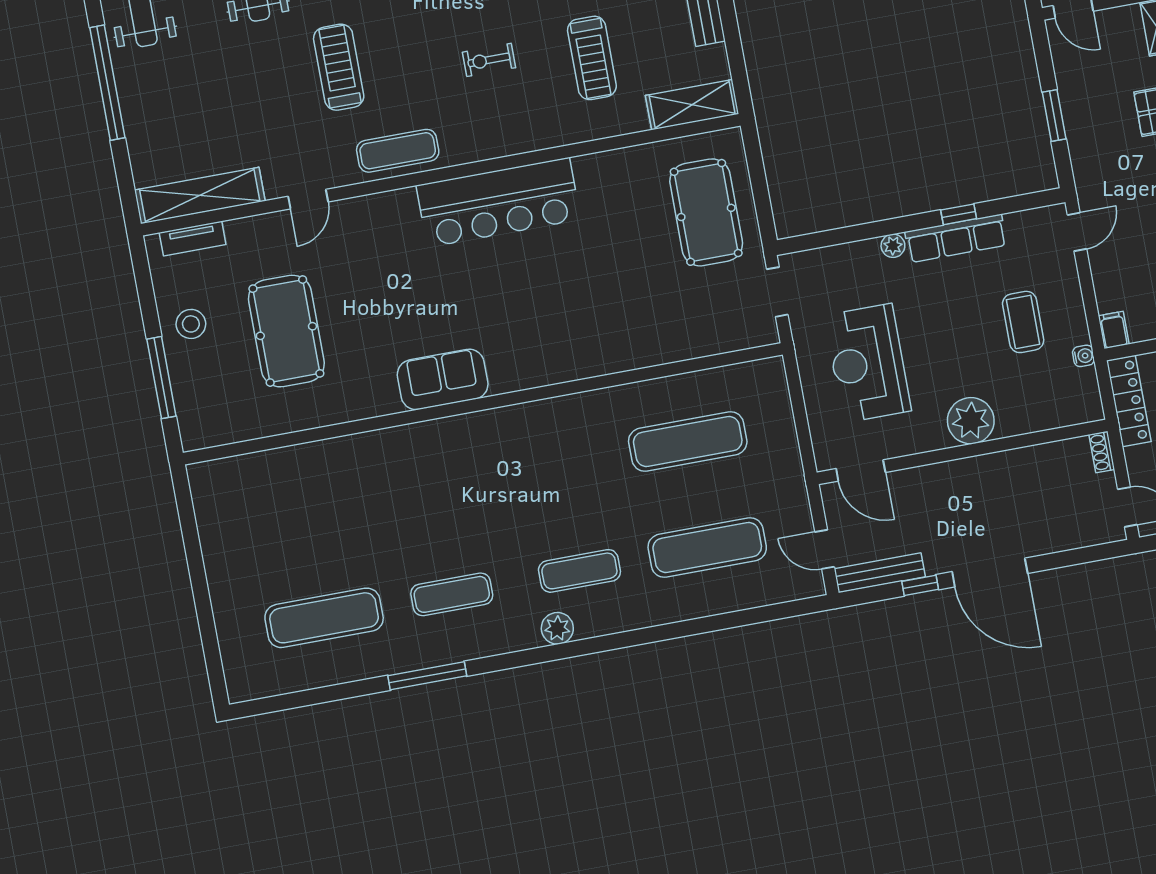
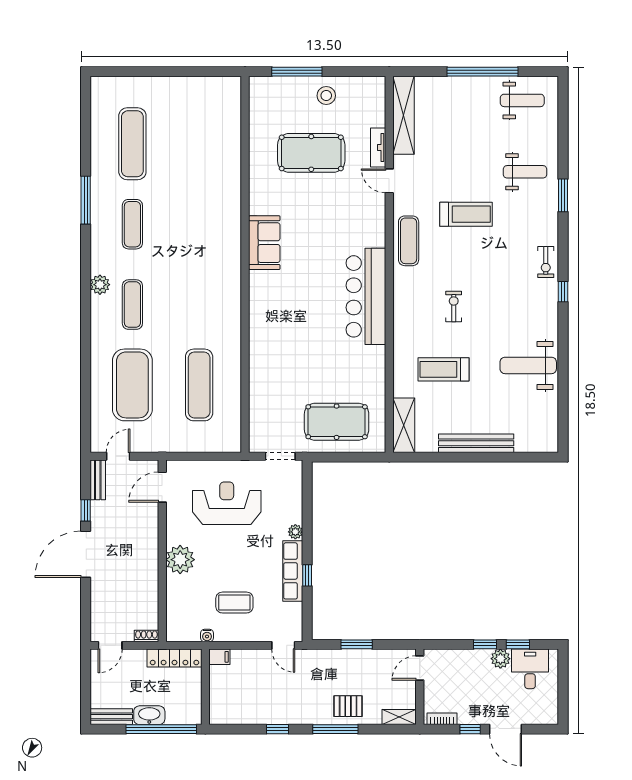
tv unit: (193, 239) -> (378, 148), moved
exercise mat: (707, 548) -> (132, 385), width x1.47
bench: (880, 573) -> (98, 480), width x0.73

